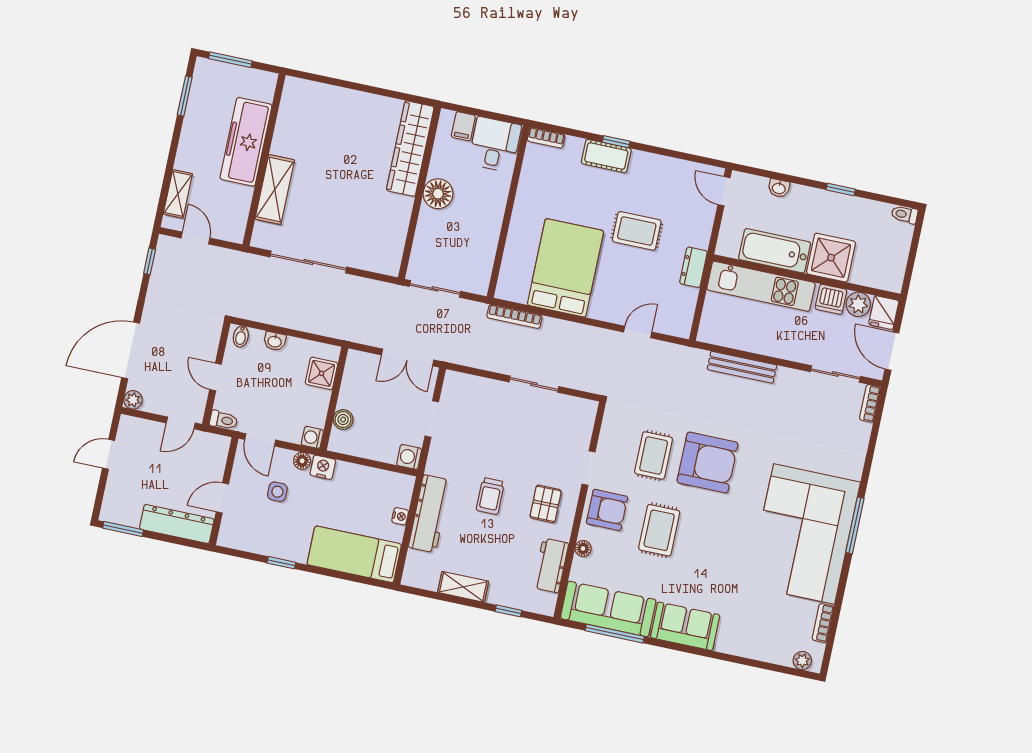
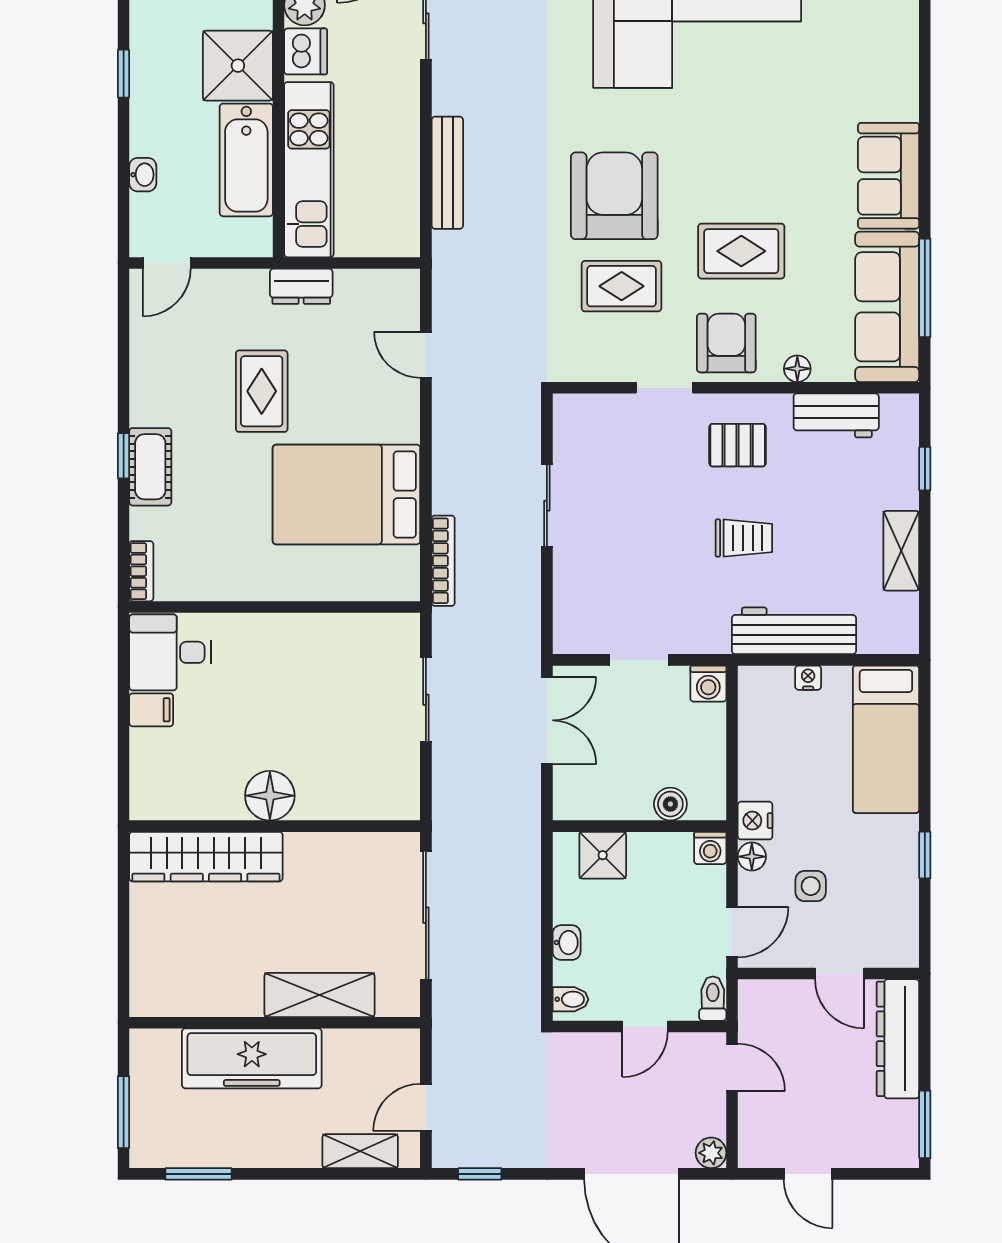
wardrobe: (410, 149) -> (206, 857), moved
wall: (420, 193) -> (275, 826), moved
floor lamp: (438, 194) -> (270, 796), moved

